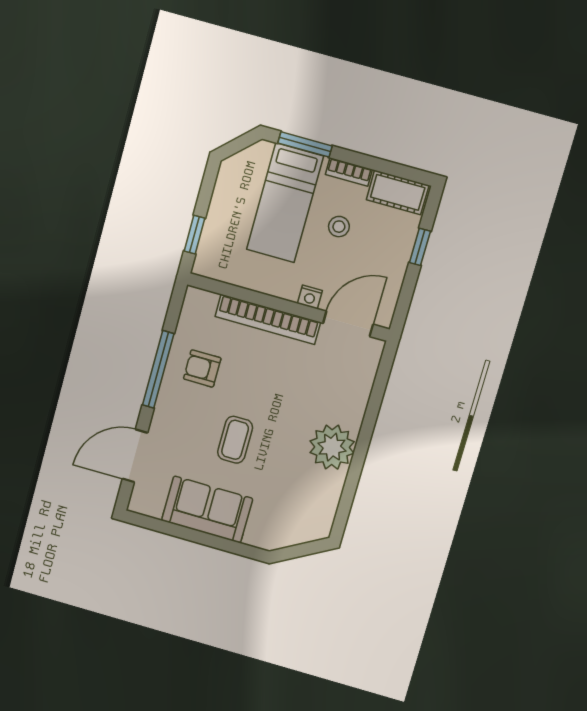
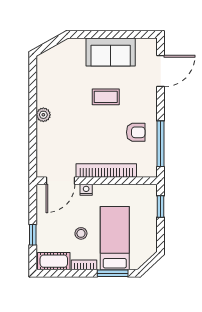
window: (158, 369) -> (161, 144), moved
coffee table: (235, 440) -> (106, 97), turned 90
plant: (332, 447) -> (43, 115), width x0.53, depth x0.53

